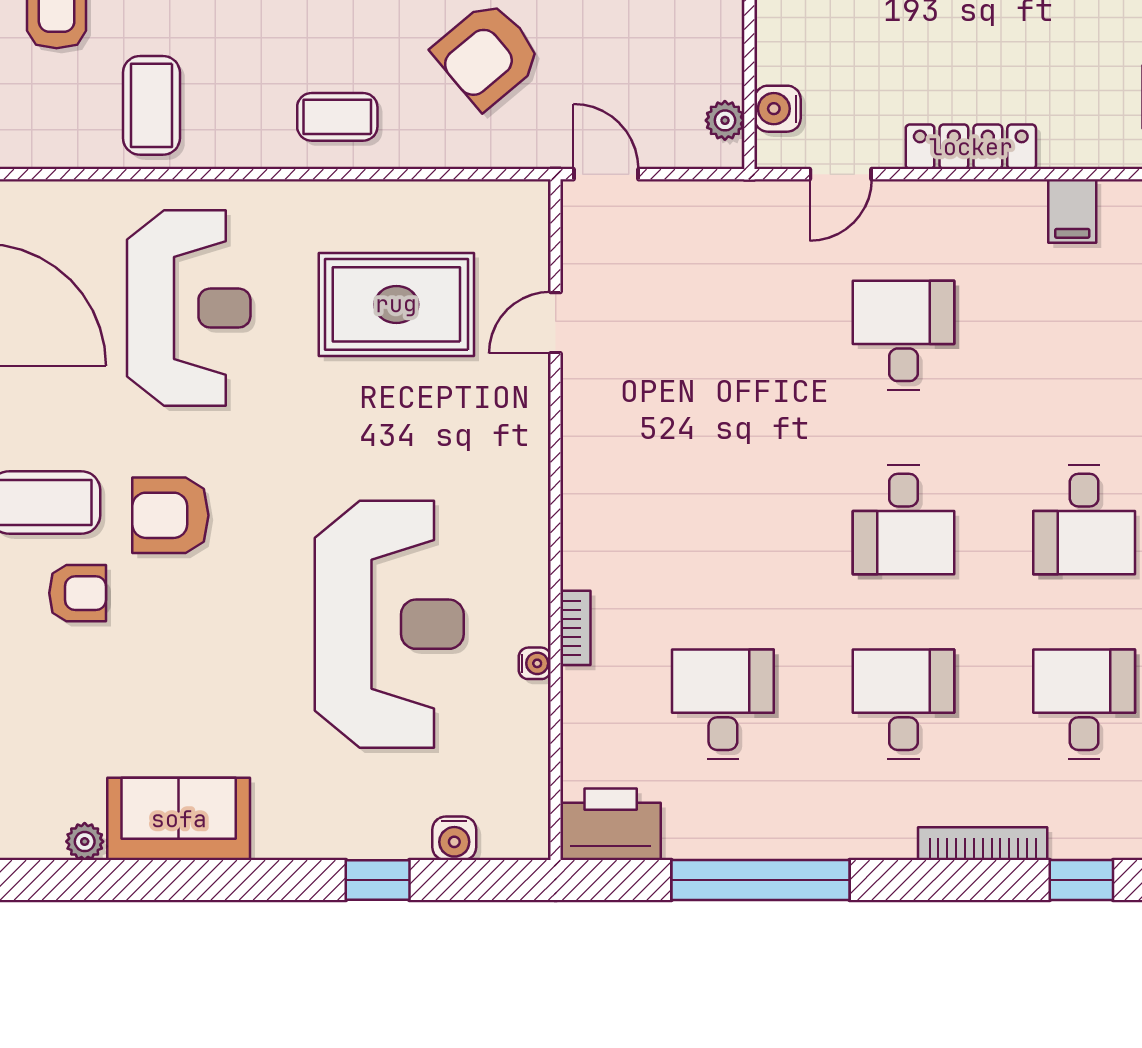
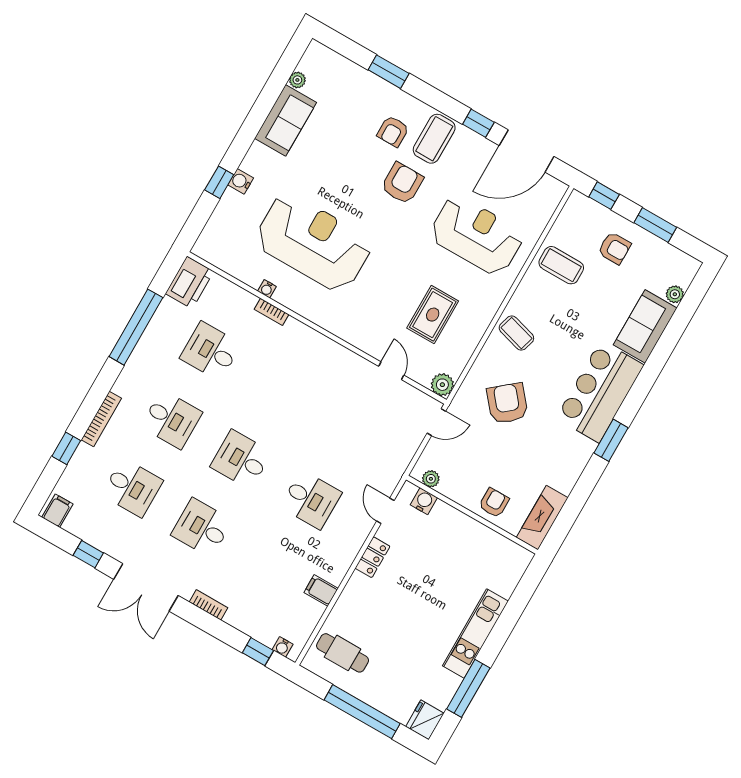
coffee table: (337, 117) -> (516, 333), turned -74
locker: (971, 147) -> (373, 557), width x0.66
plant: (525, 205) -> (442, 385), added
rug: (396, 304) -> (433, 315), width x0.73, depth x0.70
reception desk: (189, 308) -> (476, 235), turned 180
reception desk: (389, 624) -> (313, 242), turned 180
desk: (723, 704) -> (211, 351), turned 180
water cooler: (454, 838) -> (241, 181), moved

